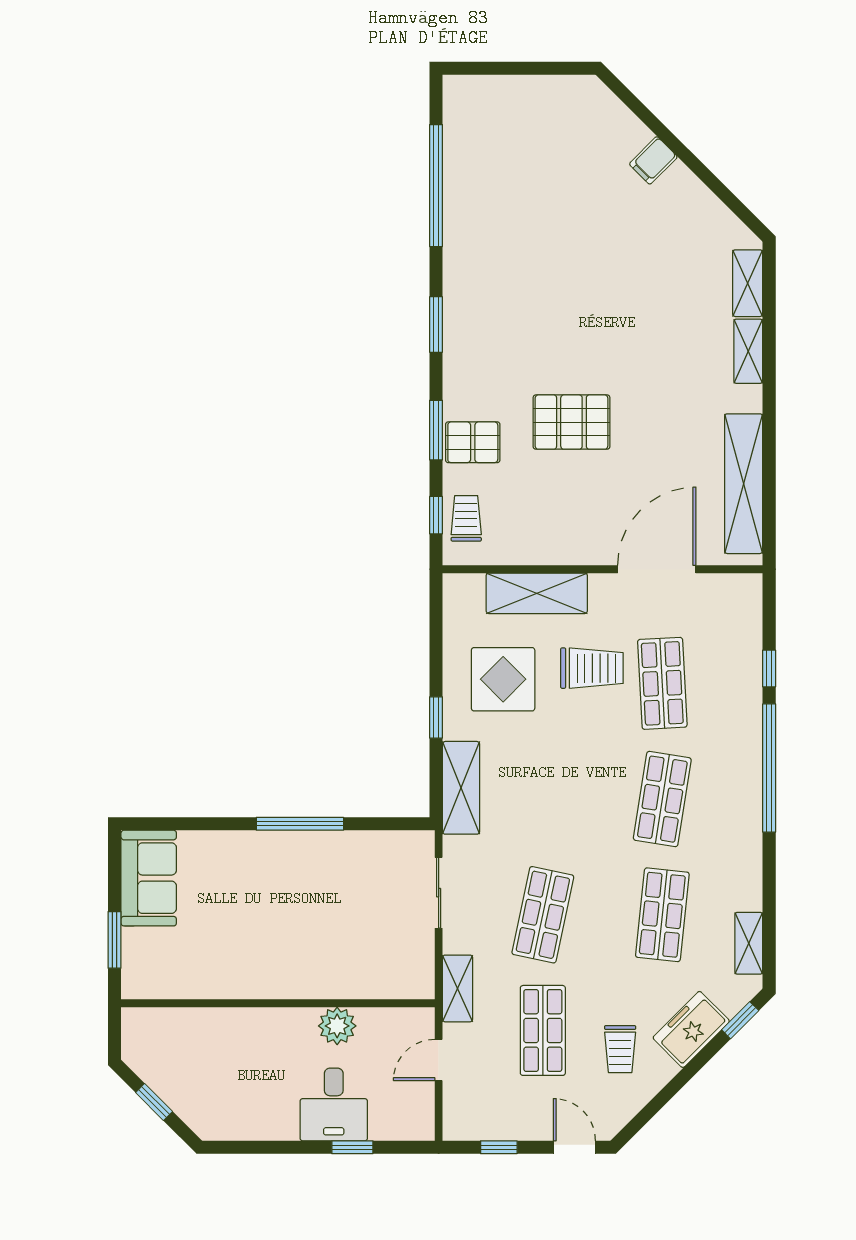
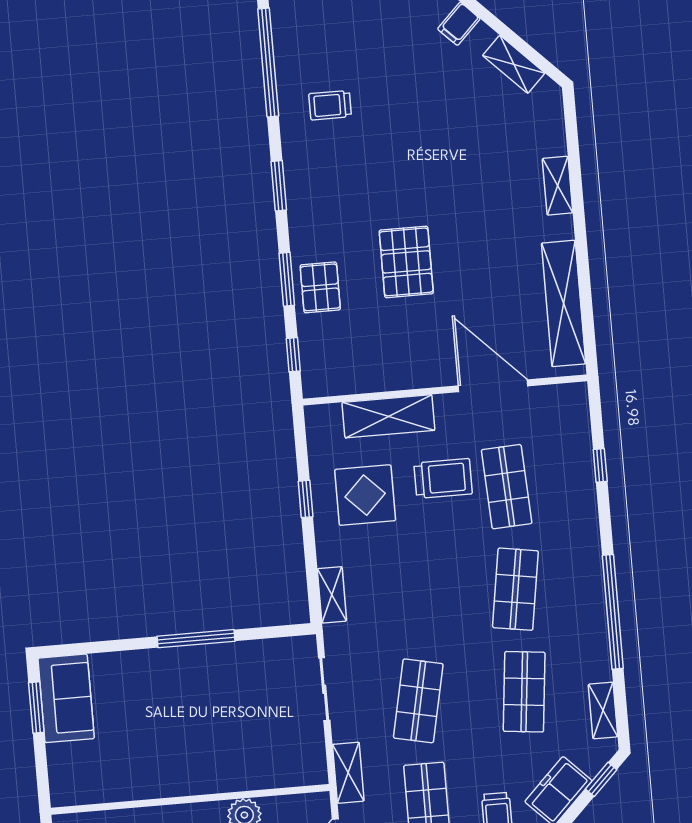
shelving: (748, 283) -> (514, 64), moved, turned -45
pallet: (571, 422) -> (406, 262), turned 90
pallet: (473, 442) -> (320, 287), turned 90
trolley: (466, 518) -> (330, 105), moved, turned -90
door: (657, 569) -> (493, 386), hinge flipped
window: (436, 717) -> (306, 499), moved
window: (769, 768) -> (613, 612), moved
shelving: (461, 788) -> (332, 595), width x0.67, depth x0.75
window: (115, 940) -> (36, 708), moved

